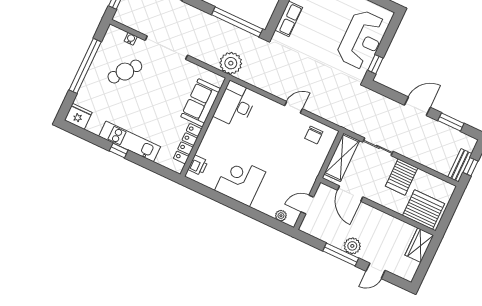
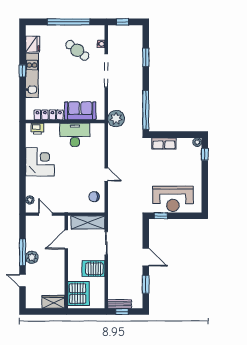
desk: (235, 105) -> (75, 135), moved
fridge: (78, 116) -> (33, 44), moved

